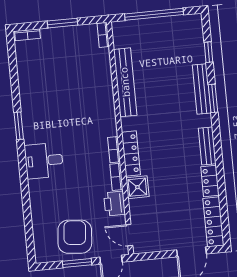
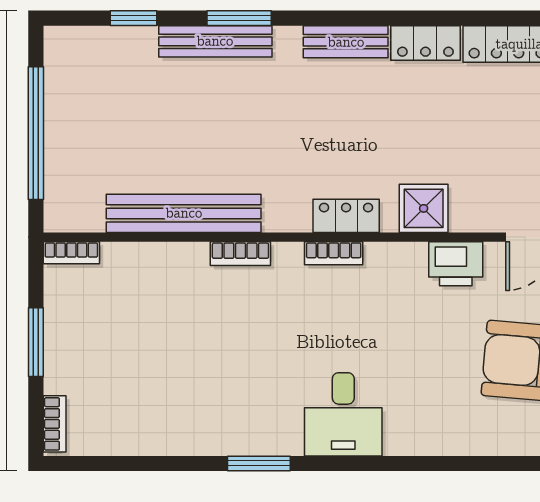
locker: (131, 154) -> (346, 216), width x0.66
bookcase: (116, 177) -> (240, 254), moved

